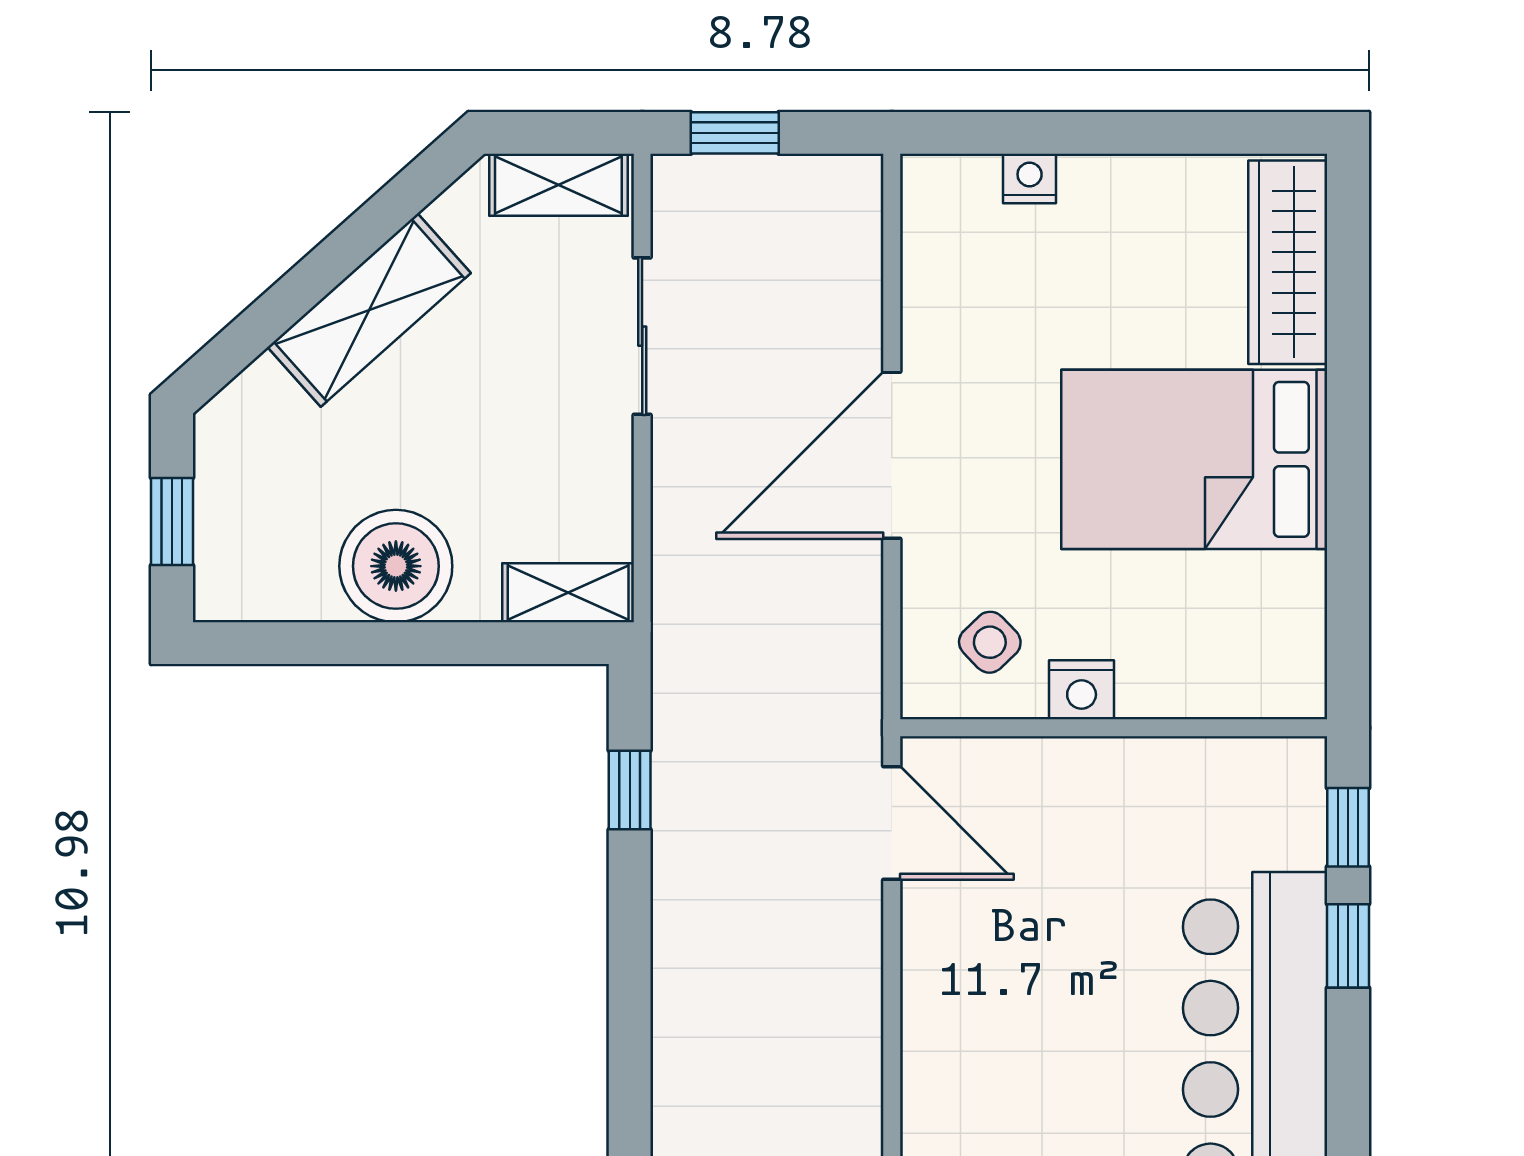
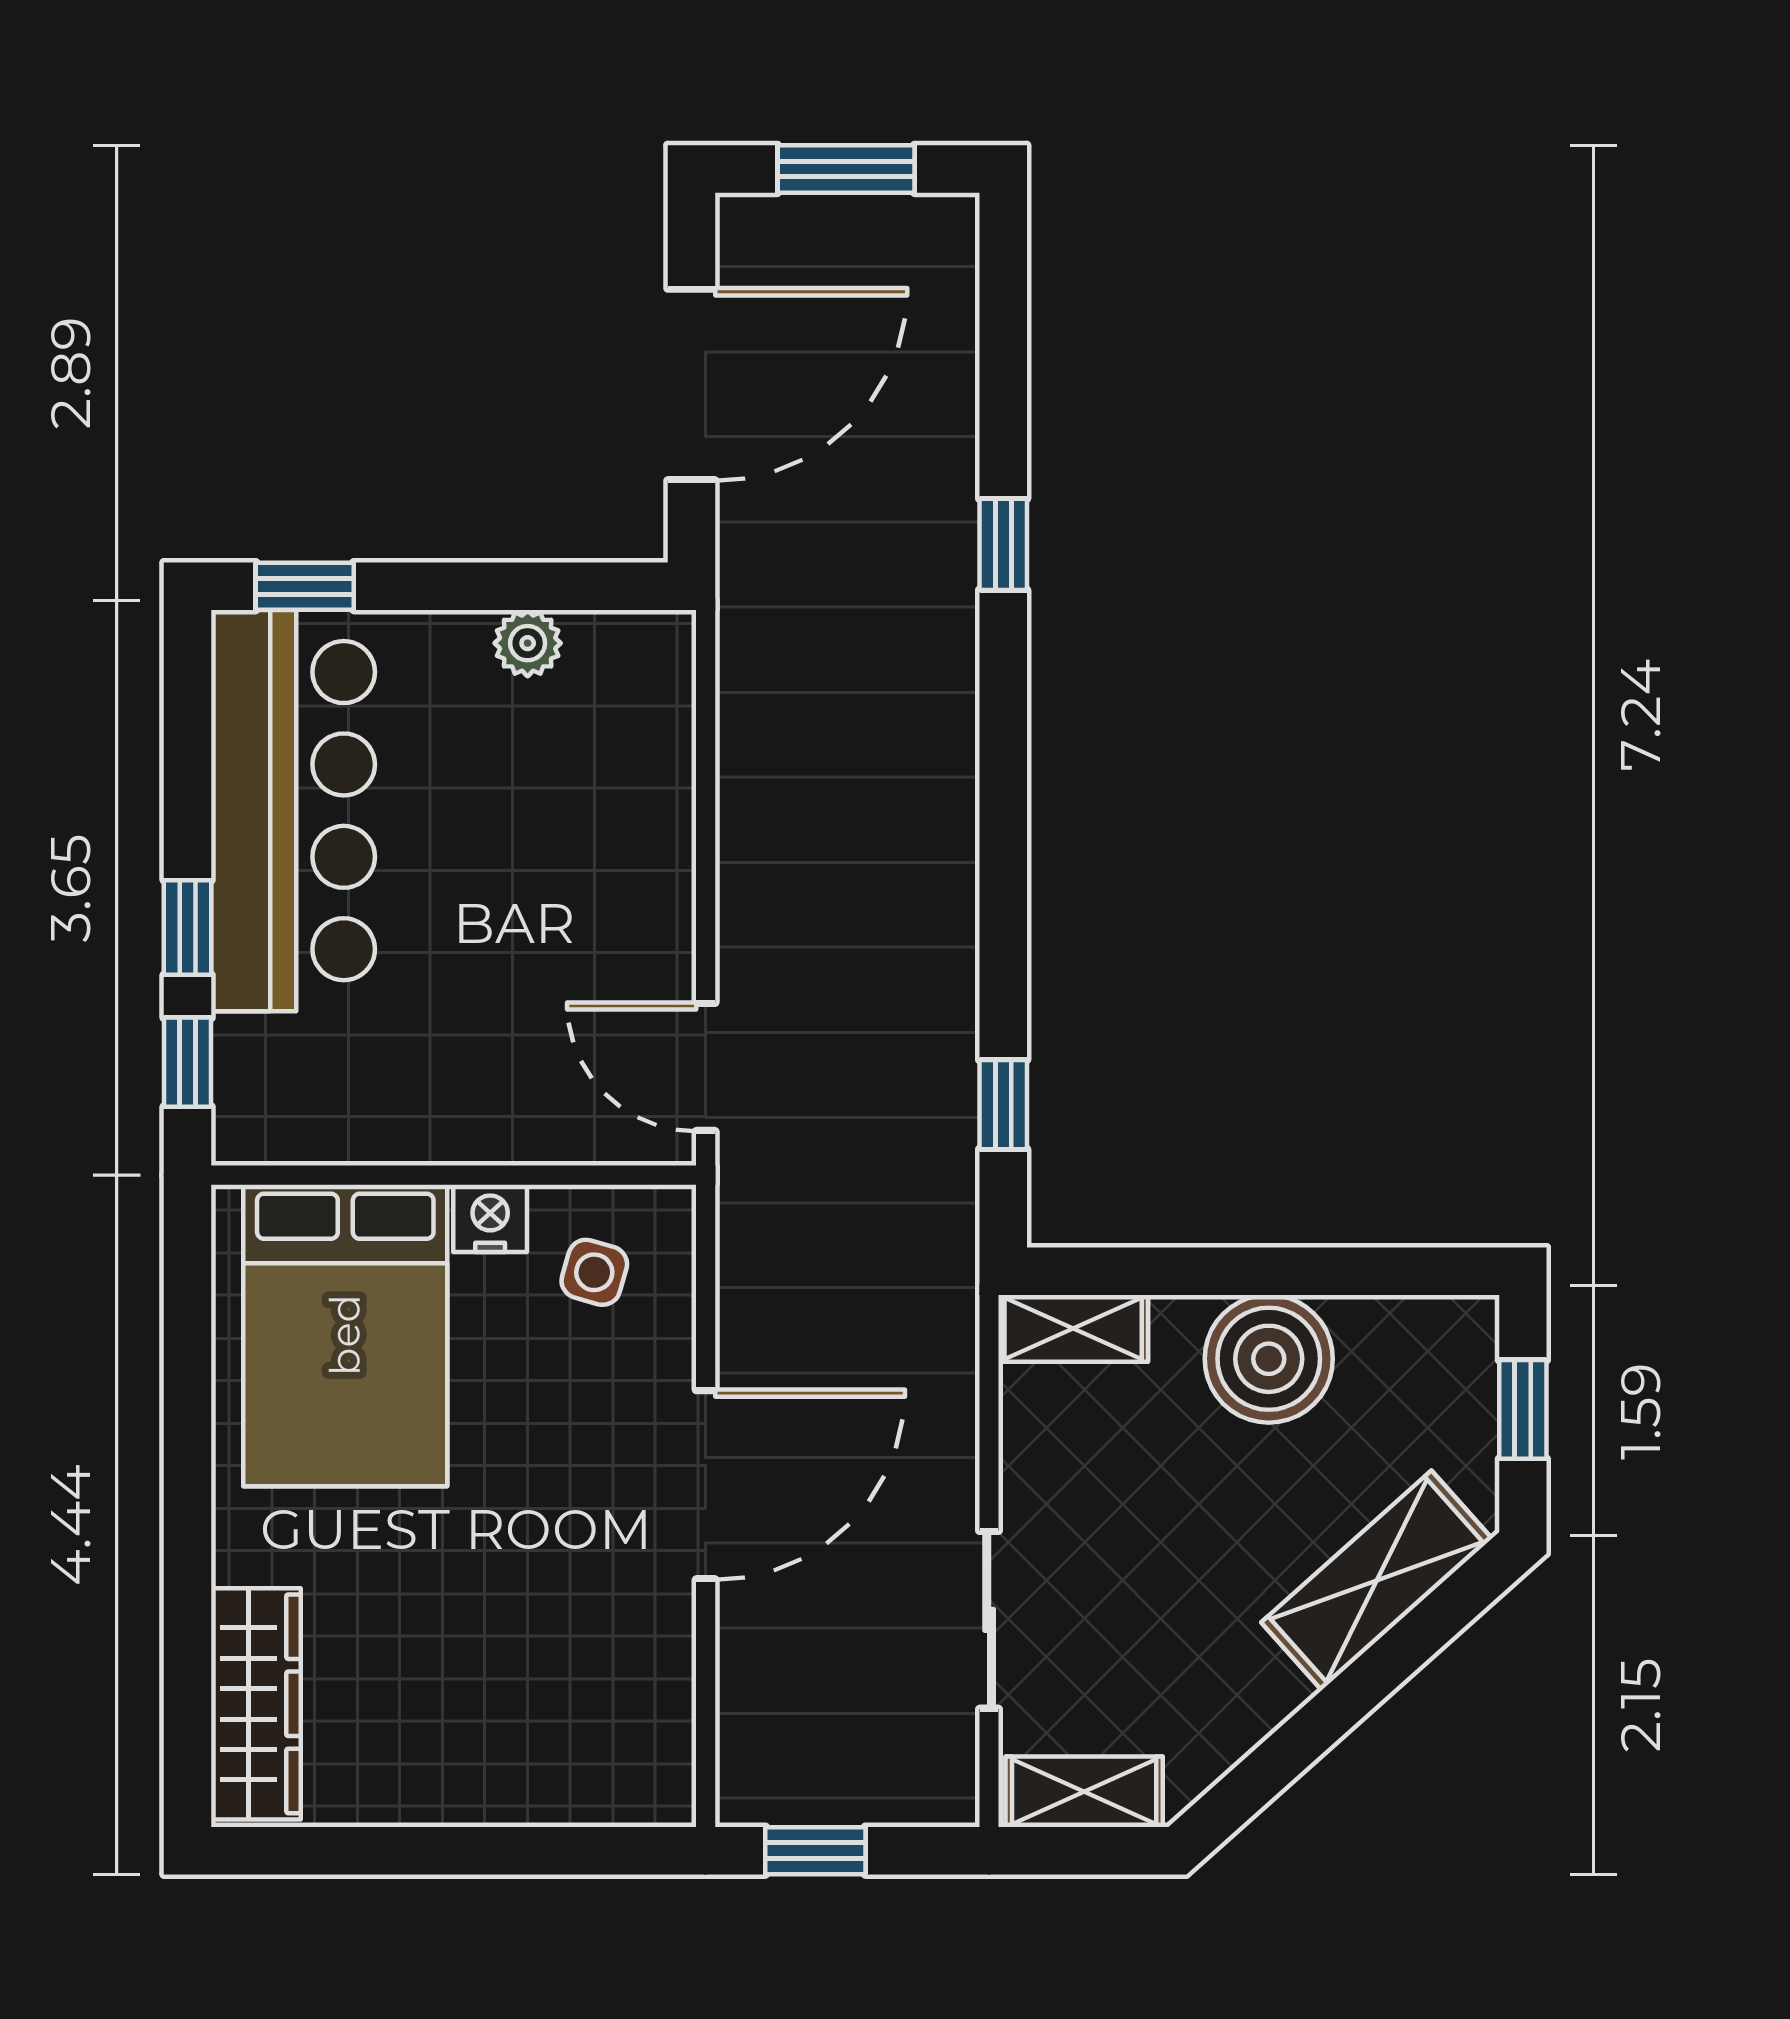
window: (735, 133) -> (815, 1851), moved
nightstand: (1030, 178) -> (549, 1799), removed
shelving: (369, 310) -> (1377, 1580), moved
bed: (1194, 459) -> (345, 1335), moved, turned 90
side table: (990, 642) -> (594, 1272), turned -30

